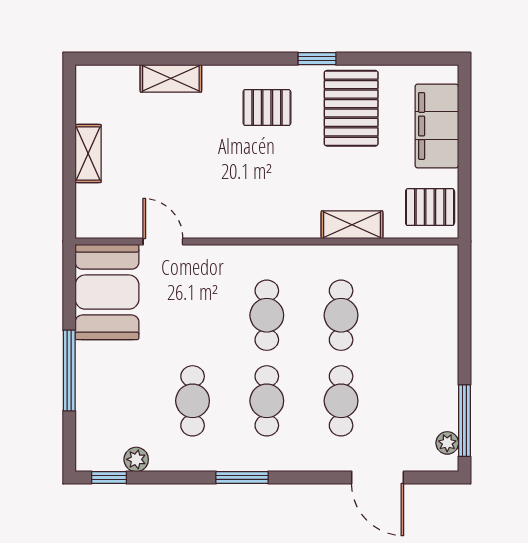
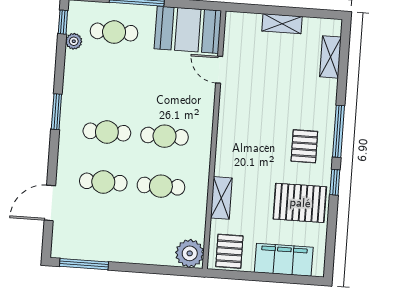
window: (241, 59) -> (338, 131), added
shelving: (171, 78) -> (330, 57), moved
door: (163, 242) -> (219, 70), swing flipped
cafe table: (193, 401) -> (114, 32), moved
plant: (447, 443) -> (190, 253), moved, width x1.87, depth x1.87

